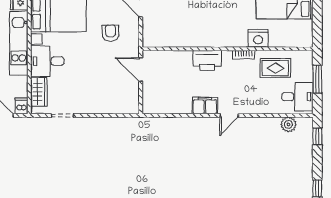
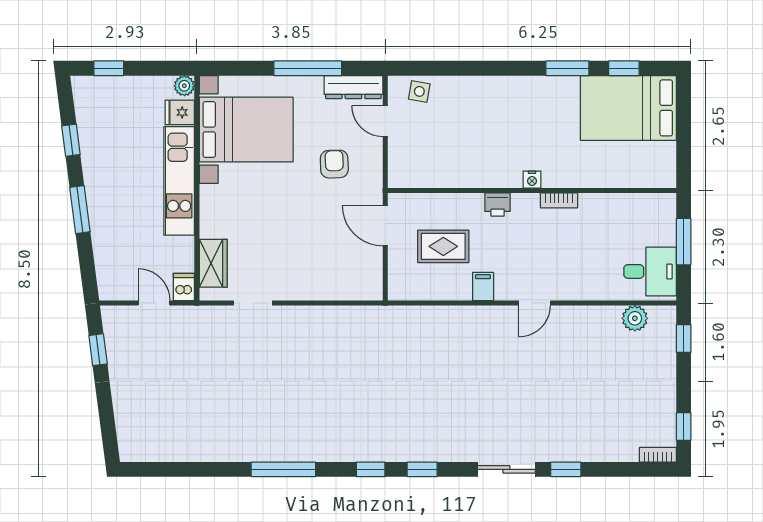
nightstand: (258, 38) -> (532, 180), moved, width x0.53, depth x0.56
printer: (207, 60) -> (498, 205), width x0.53, depth x0.68
desk: (47, 61) -> (227, 211), removed
rug: (275, 68) -> (443, 246), moved
filing cabinet: (205, 106) -> (483, 287), width x0.50

